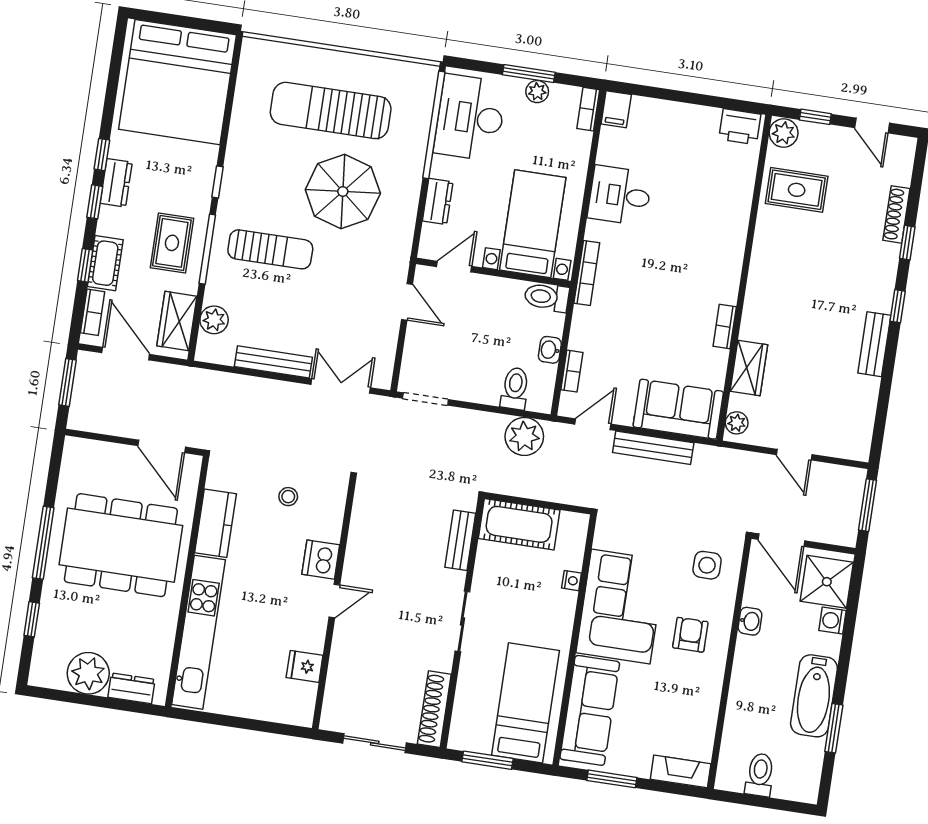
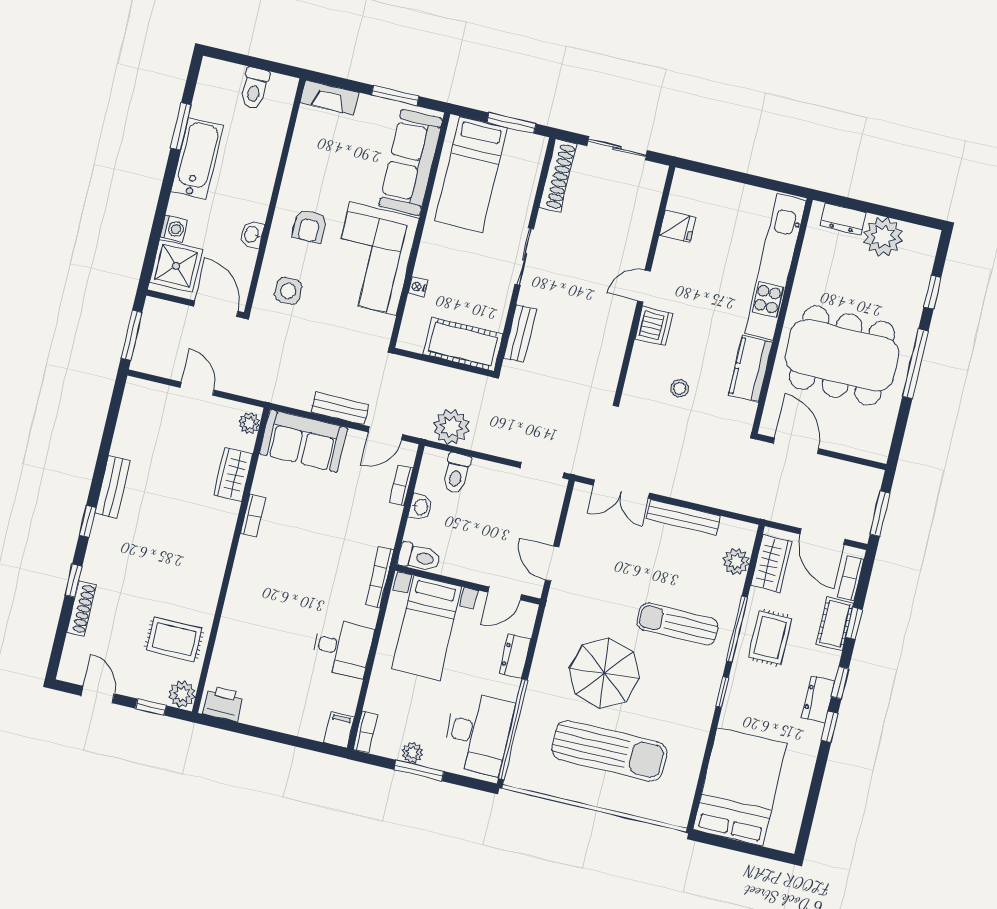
bed: (178, 82) -> (740, 787), width x0.73
bench: (653, 448) -> (340, 409), width x0.73

